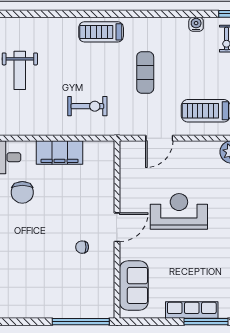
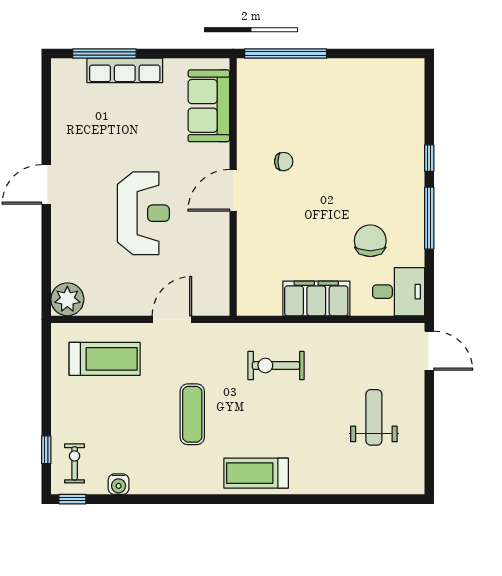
treadmill: (101, 32) -> (256, 473), turned 180
reception desk: (179, 211) -> (143, 213), turned -90

